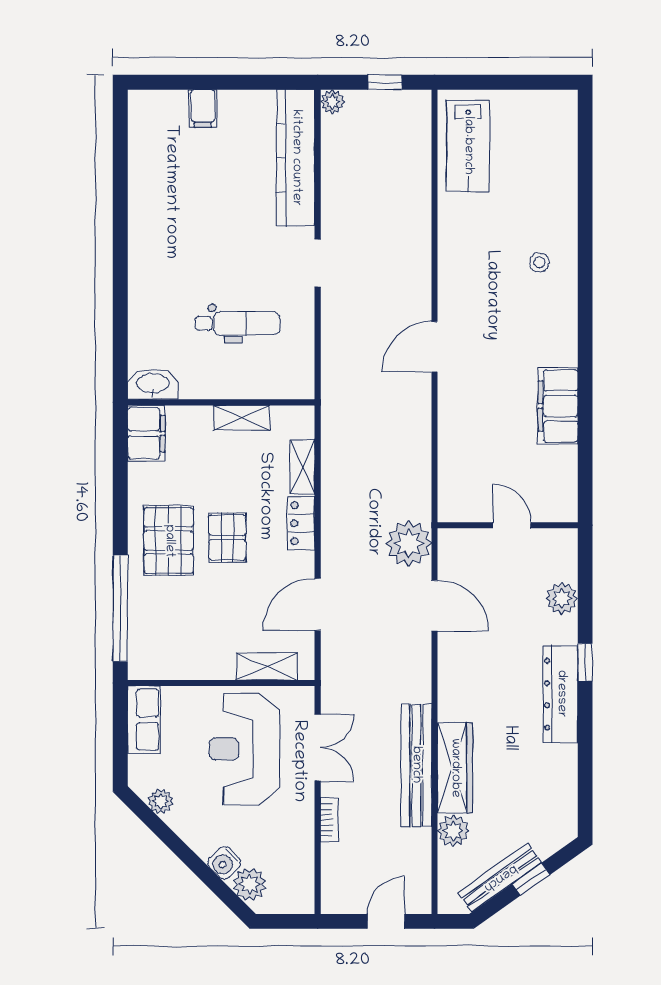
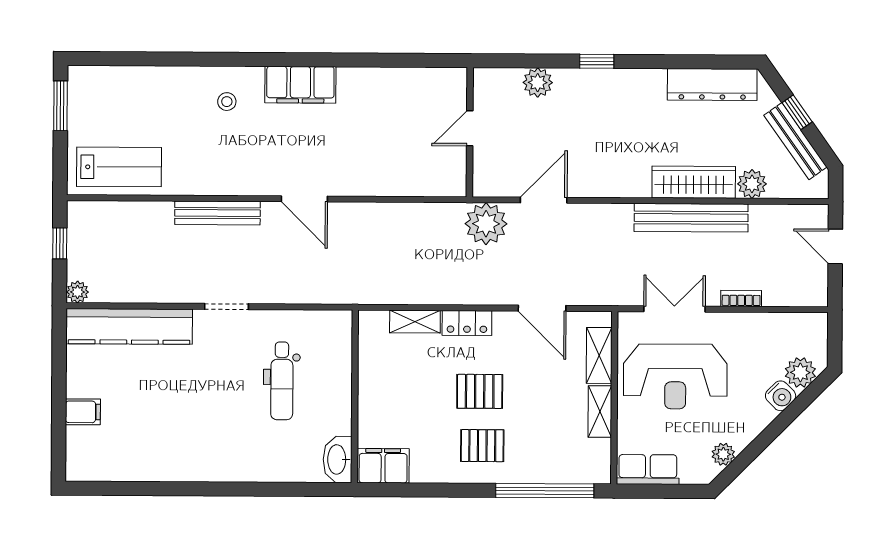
window: (534, 82) -> (60, 106), added
bench: (419, 253) -> (217, 213), added
dental chair: (237, 323) -> (282, 381), turned 180
filing cabinet: (558, 406) -> (300, 85), moved
shelving: (242, 418) -> (600, 412), moved
pallet: (169, 541) -> (482, 446), width x0.67, depth x0.71
dresser: (561, 694) -> (712, 85), moved

